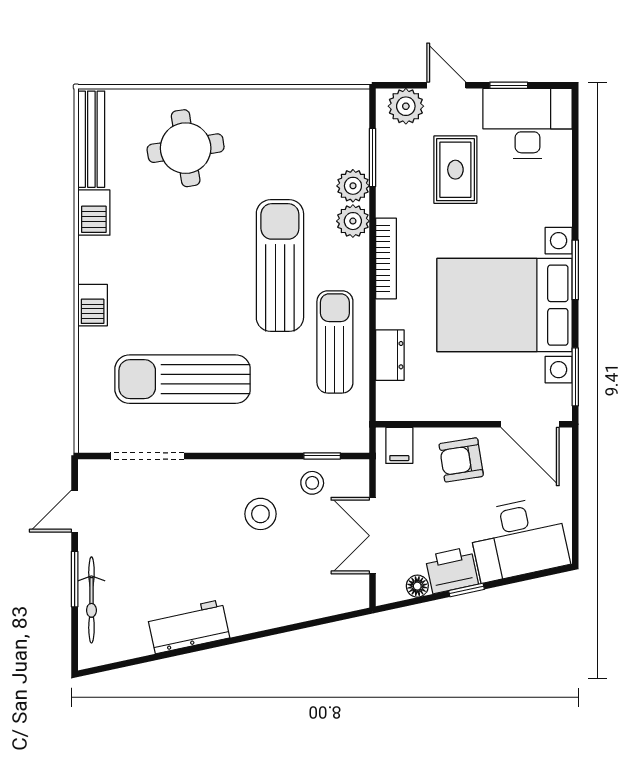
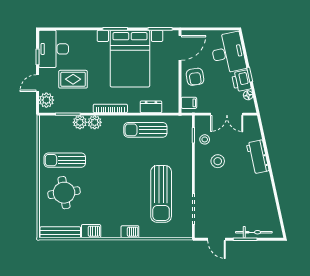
sun lounger: (280, 266) -> (65, 160), moved, width x0.73, depth x0.75
workbench: (188, 627) -> (258, 157), moved

